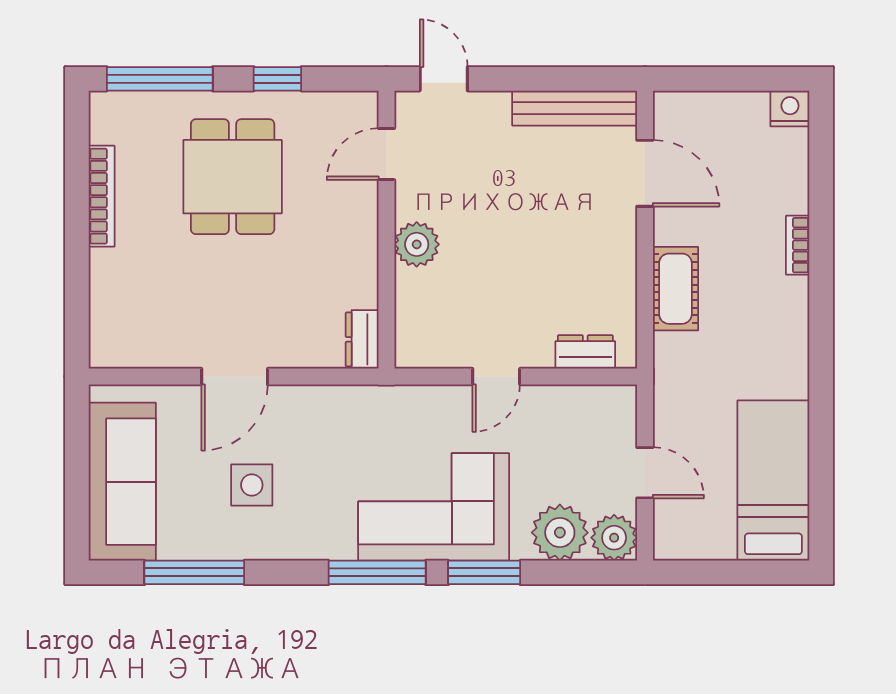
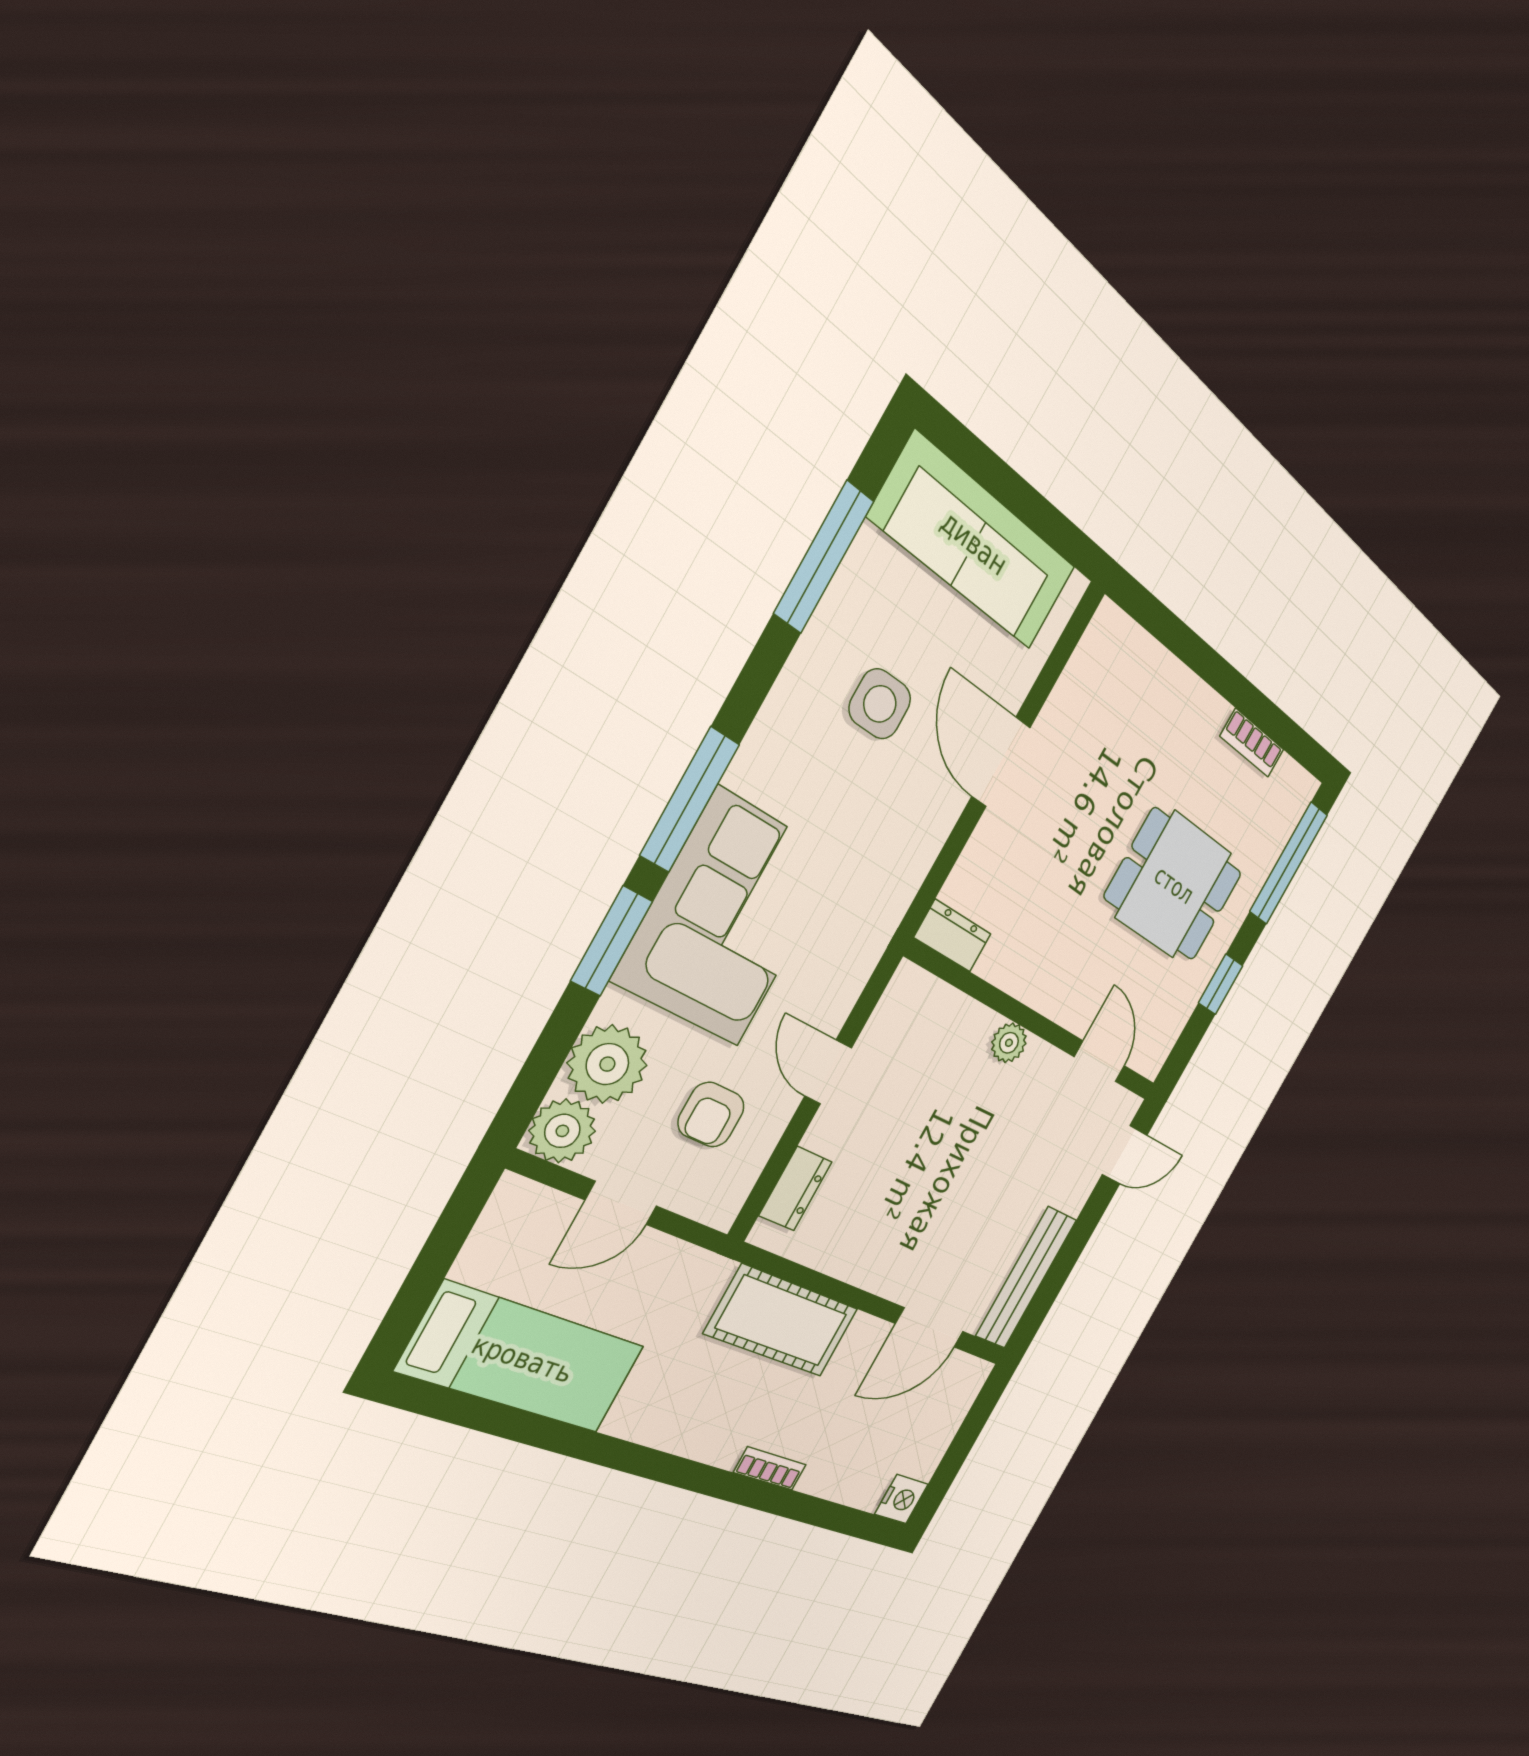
bookcase: (102, 196) -> (1252, 743), width x0.64
plant: (417, 244) -> (1009, 1043), width x0.73, depth x0.73
cot: (675, 289) -> (782, 1321), width x1.37, depth x1.34
armchair: (561, 444) -> (711, 1115), added

